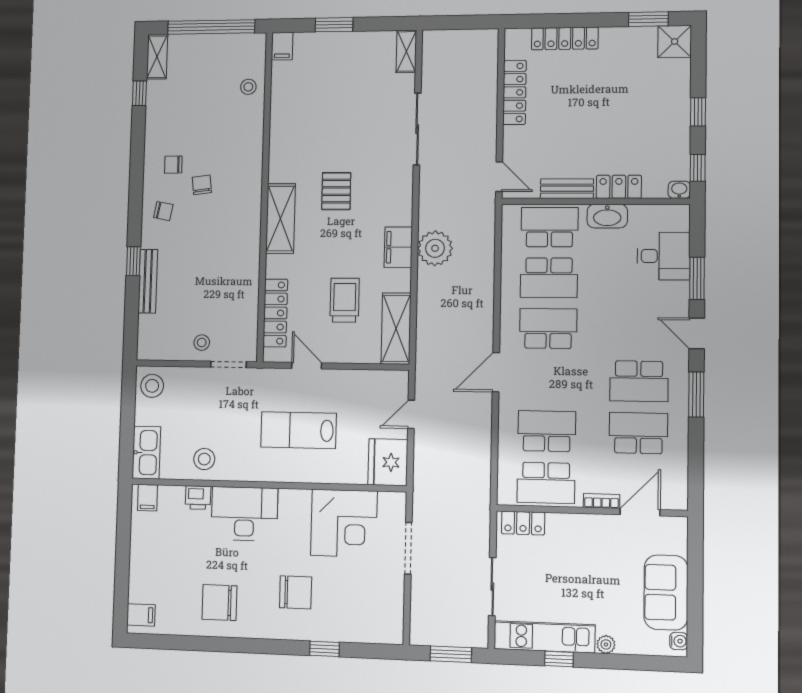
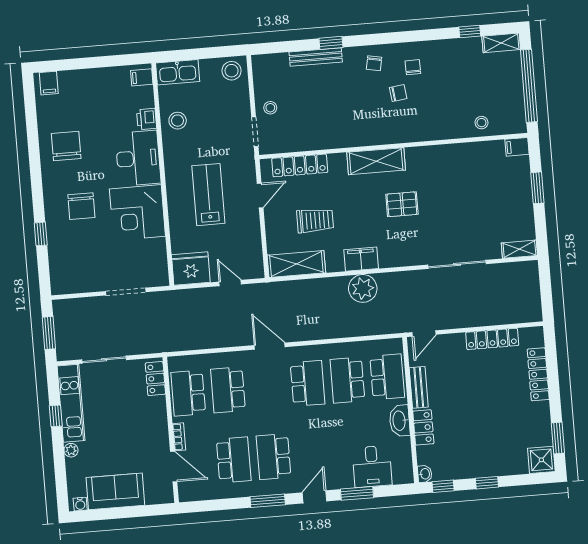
school desk: (547, 431) -> (228, 390), turned 180
corner desk: (344, 523) -> (137, 213), moved

